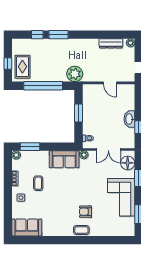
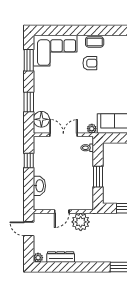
plant: (75, 74) -> (81, 222), moved
door: (110, 83) -> (62, 212), swing flipped
washbasin: (129, 119) -> (39, 186), moved
corner sofa: (121, 197) -> (55, 51), moved, turned 90

